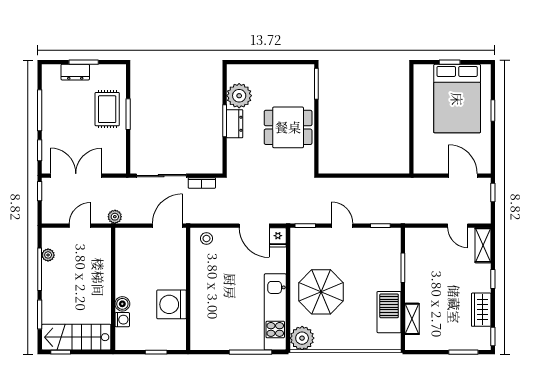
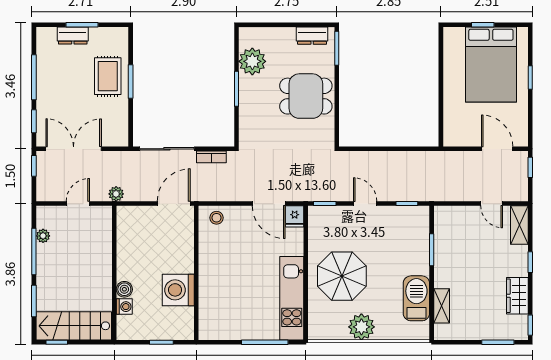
dresser: (235, 124) -> (312, 36), moved, turned 90
plant: (302, 338) -> (361, 327), moved

